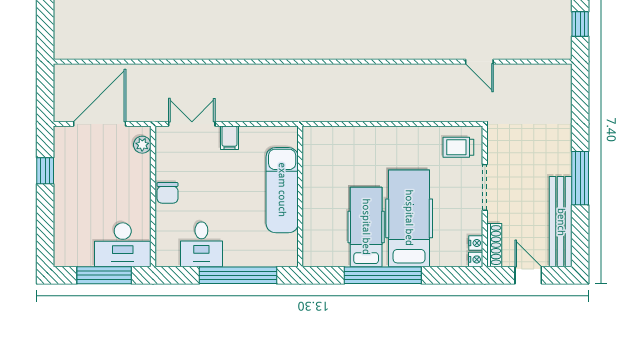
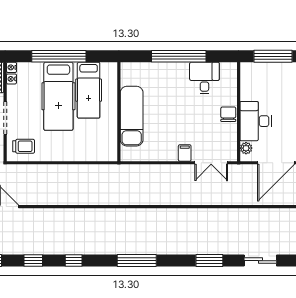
exam couch: (282, 190) -> (132, 116), moved
wall: (300, 196) -> (119, 112), moved
desk: (123, 245) -> (256, 121), moved, turned -90
window: (383, 275) -> (59, 56), moved

